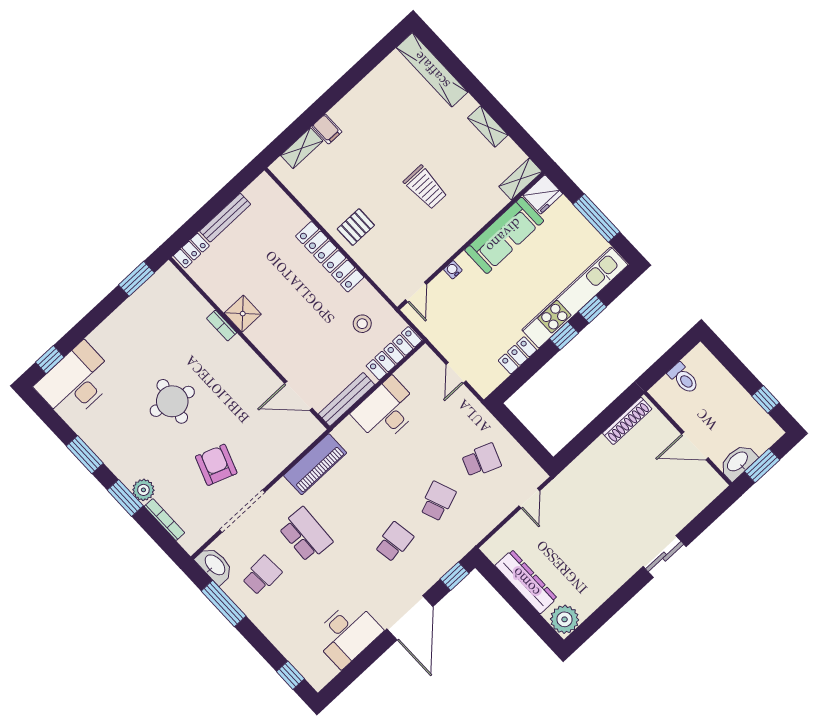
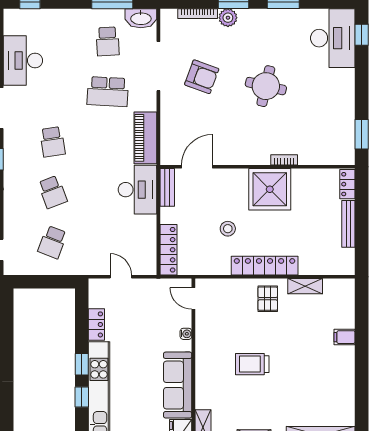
shelving: (302, 148) -> (305, 286), moved, turned 90
shower: (243, 314) -> (270, 189), width x1.86, depth x1.86
stool: (362, 324) -> (228, 229), moved
bench: (346, 399) -> (167, 187), width x0.73
desk: (386, 411) -> (137, 190), moved

